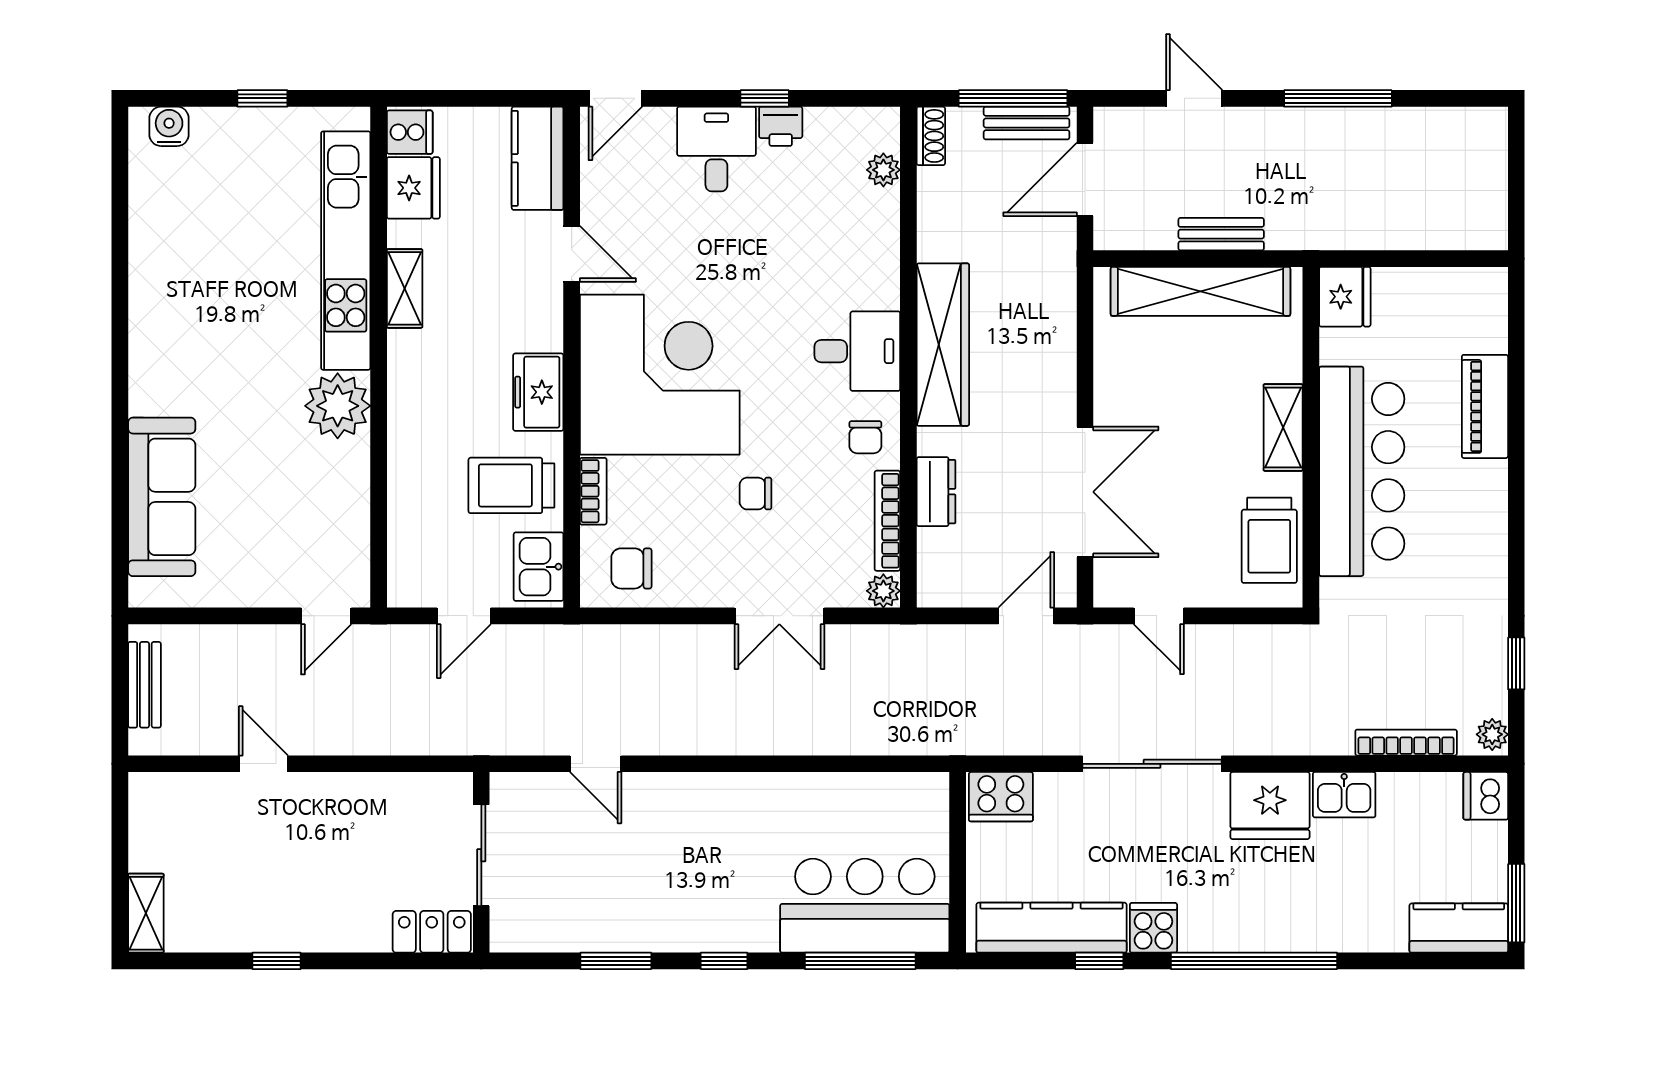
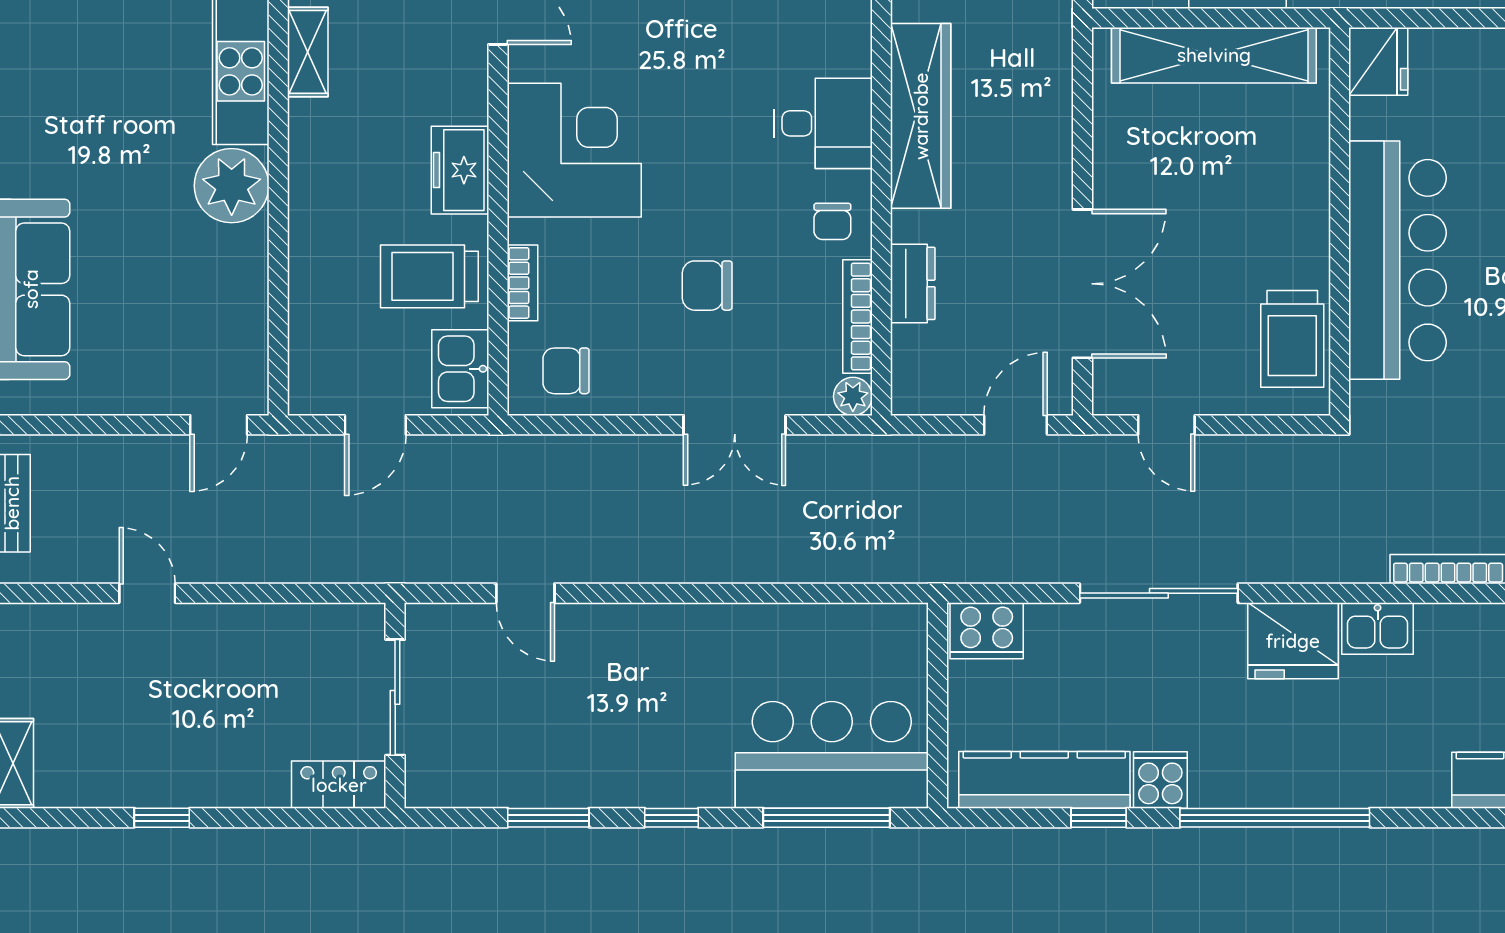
corner desk: (660, 375) -> (574, 150), width x0.74, depth x0.74
shelving: (1283, 427) -> (1308, 210), removed
chair: (755, 494) -> (707, 286), width x1.37, depth x1.37

